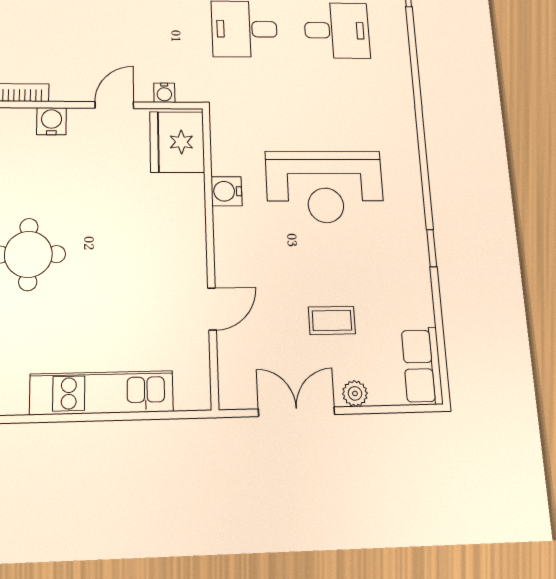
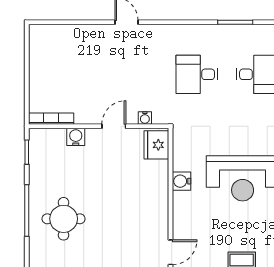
fridge: (177, 142) -> (156, 145), width x0.73, depth x0.75

